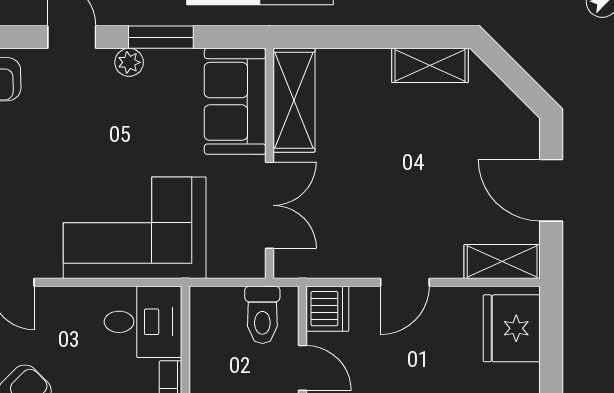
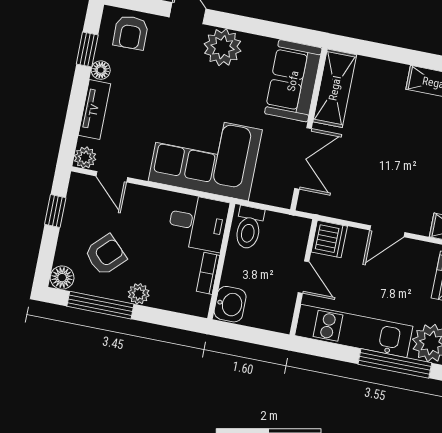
window: (161, 37) -> (250, 25), removed
plant: (129, 62) -> (223, 47), width x1.88, depth x1.88
toilet: (262, 315) -> (249, 228), moved

